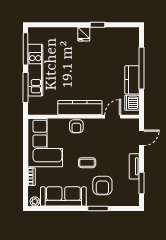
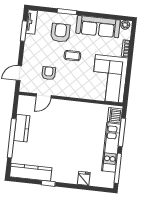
fridge: (84, 34) -> (84, 178), moved
dishwasher: (132, 103) -> (115, 115), moved, turned 180
kitchen counter: (80, 108) -> (31, 172), moved, turned 180
armchair: (76, 126) -> (49, 73), moved
tv unit: (134, 166) -> (32, 22), moved

